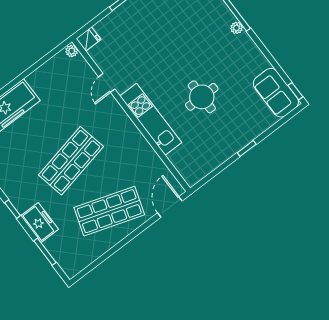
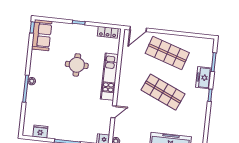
shop shelf: (71, 161) -> (163, 92), turned 36
locker: (202, 169) -> (108, 32), added

